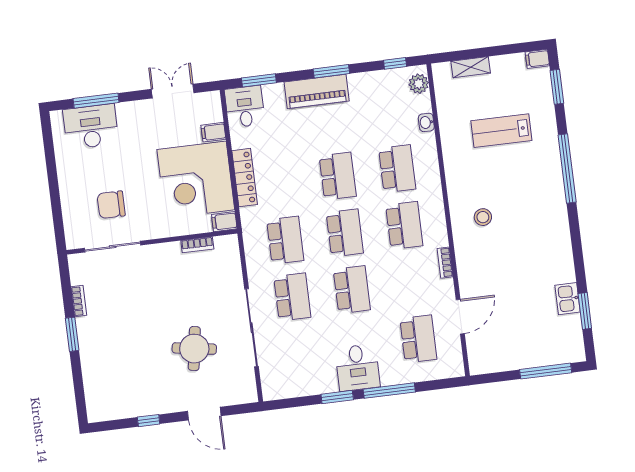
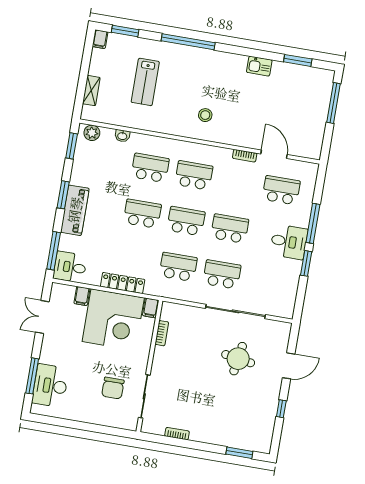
window: (395, 63) -> (72, 146), width x1.50
window: (259, 80) -> (54, 251), width x1.44
bookcase: (445, 263) -> (245, 156), moved
kitchen sink: (568, 299) -> (259, 66), moved
window: (72, 334) -> (239, 453), moved

